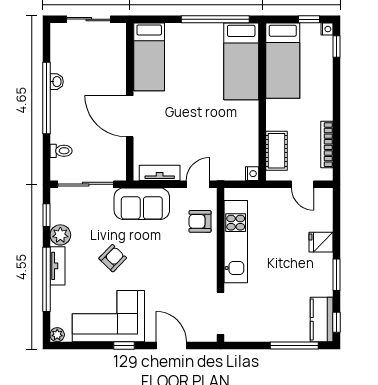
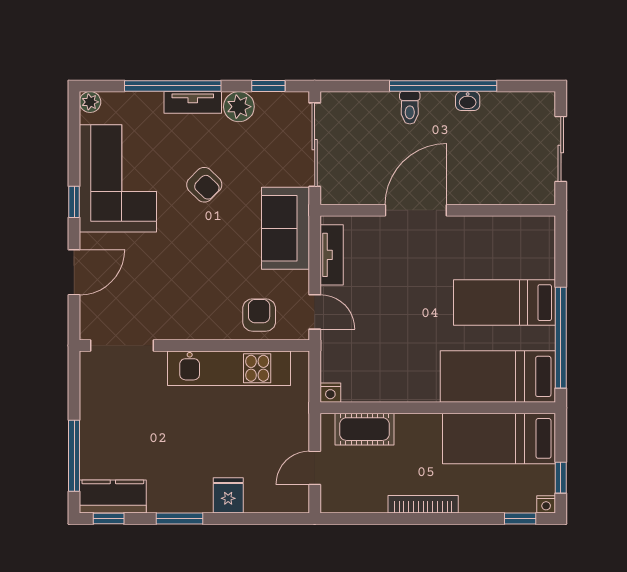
bed: (149, 57) -> (505, 303), moved
bookcase: (327, 145) -> (423, 504), moved
toilet: (61, 151) -> (410, 108), moved

